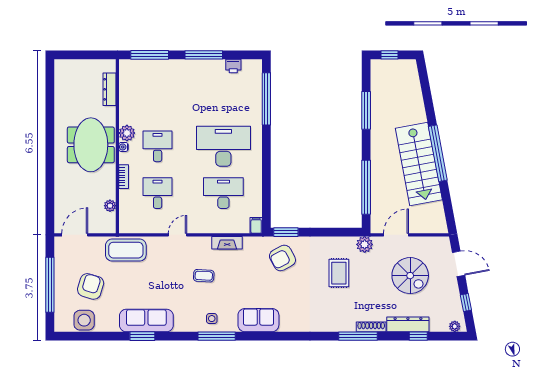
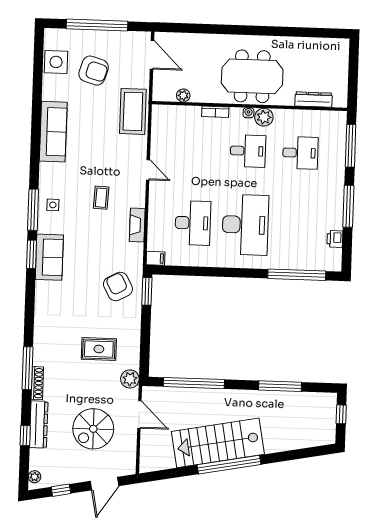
desk: (158, 193) -> (300, 153), moved
window: (142, 336) -> (31, 254), moved

